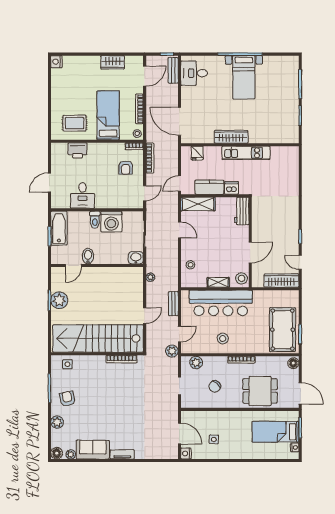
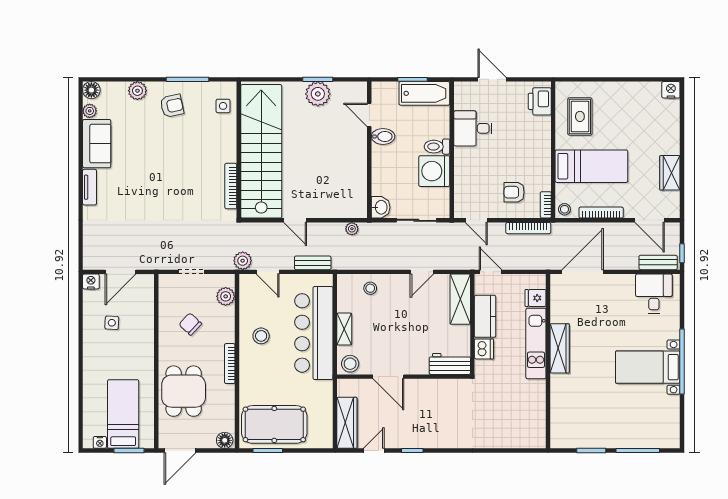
printer: (77, 150) -> (540, 101), moved
kitchen unit: (246, 153) -> (536, 343), moved

